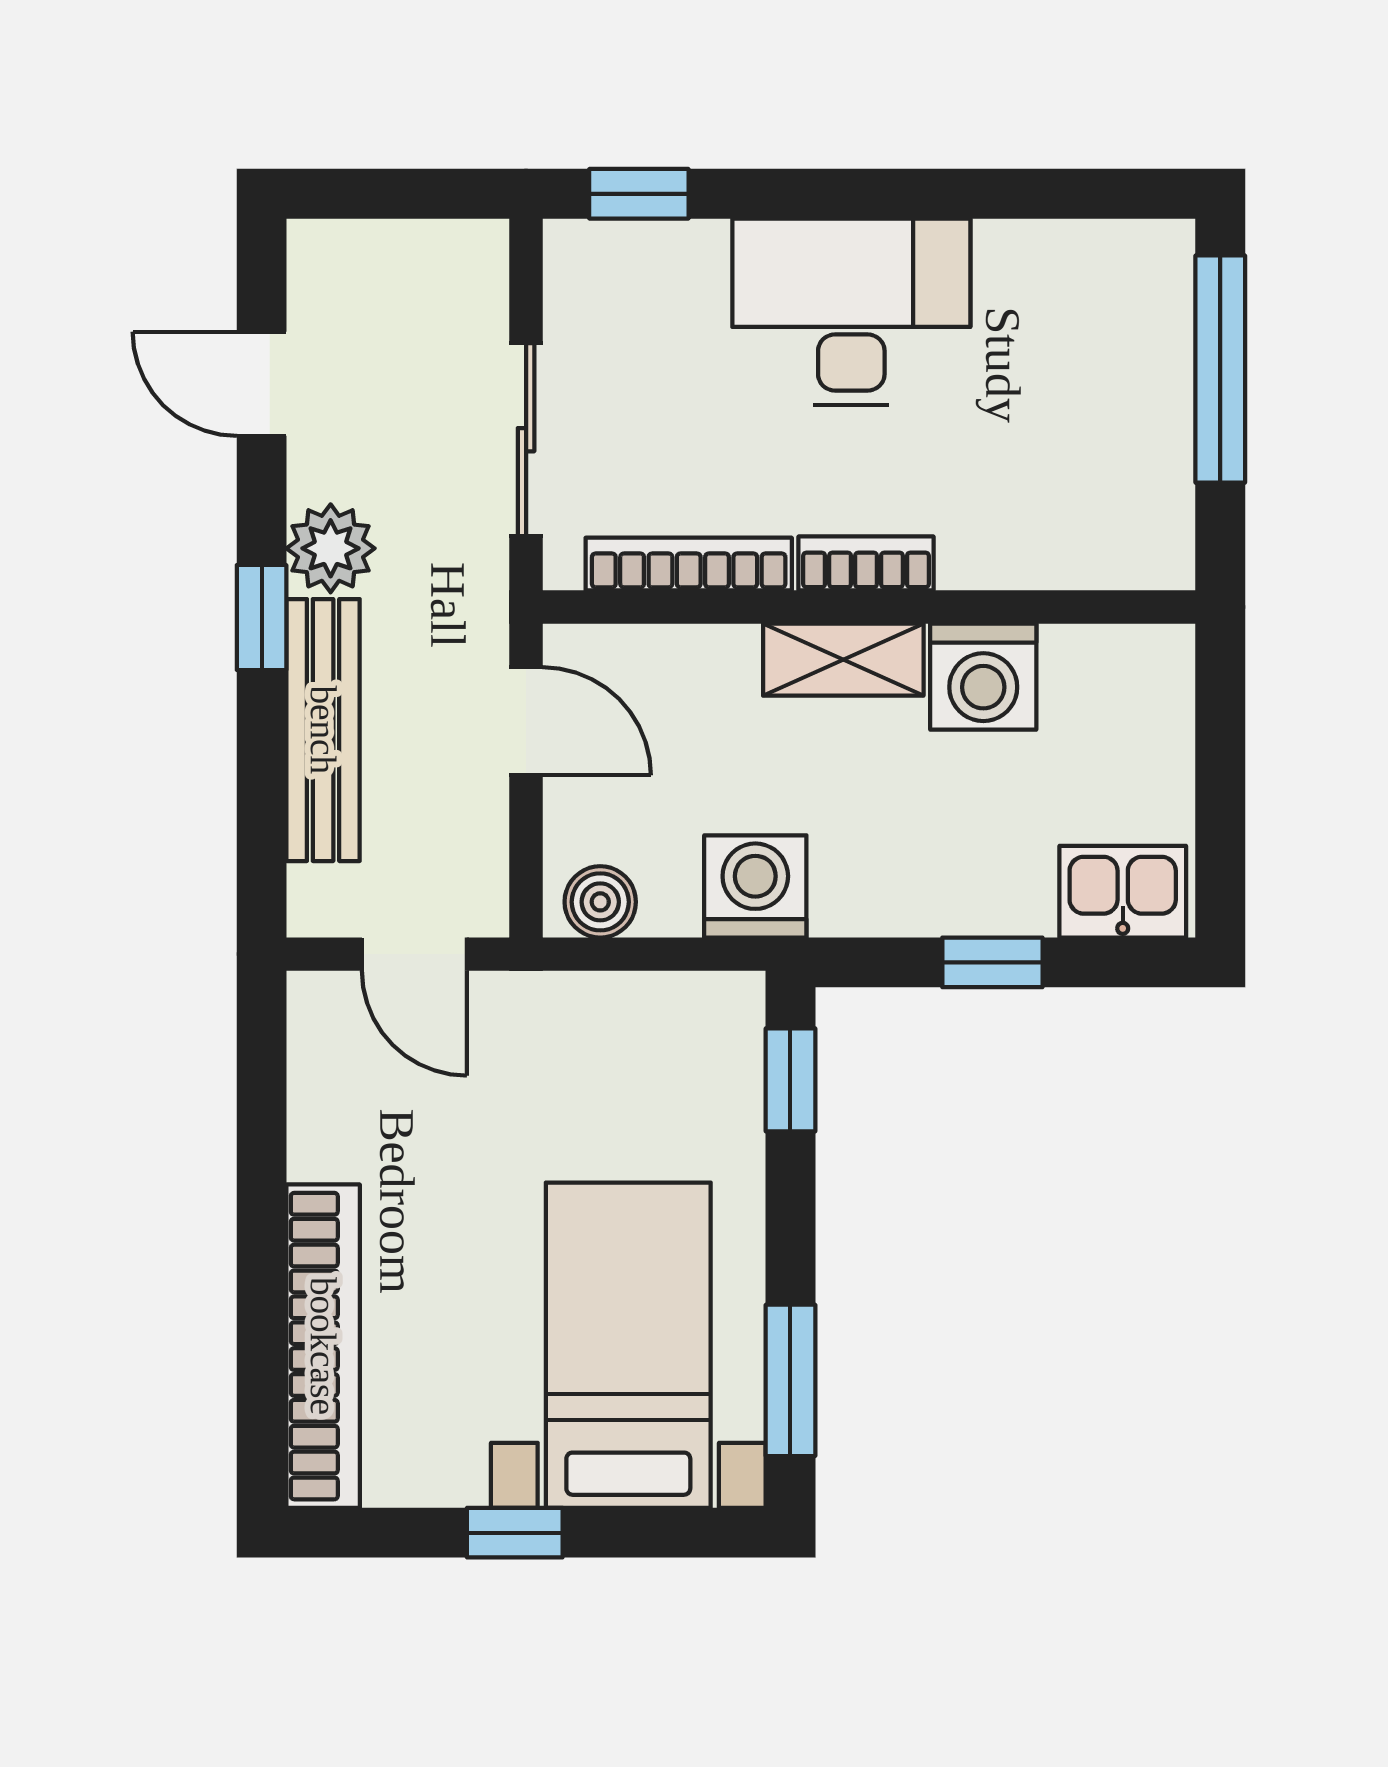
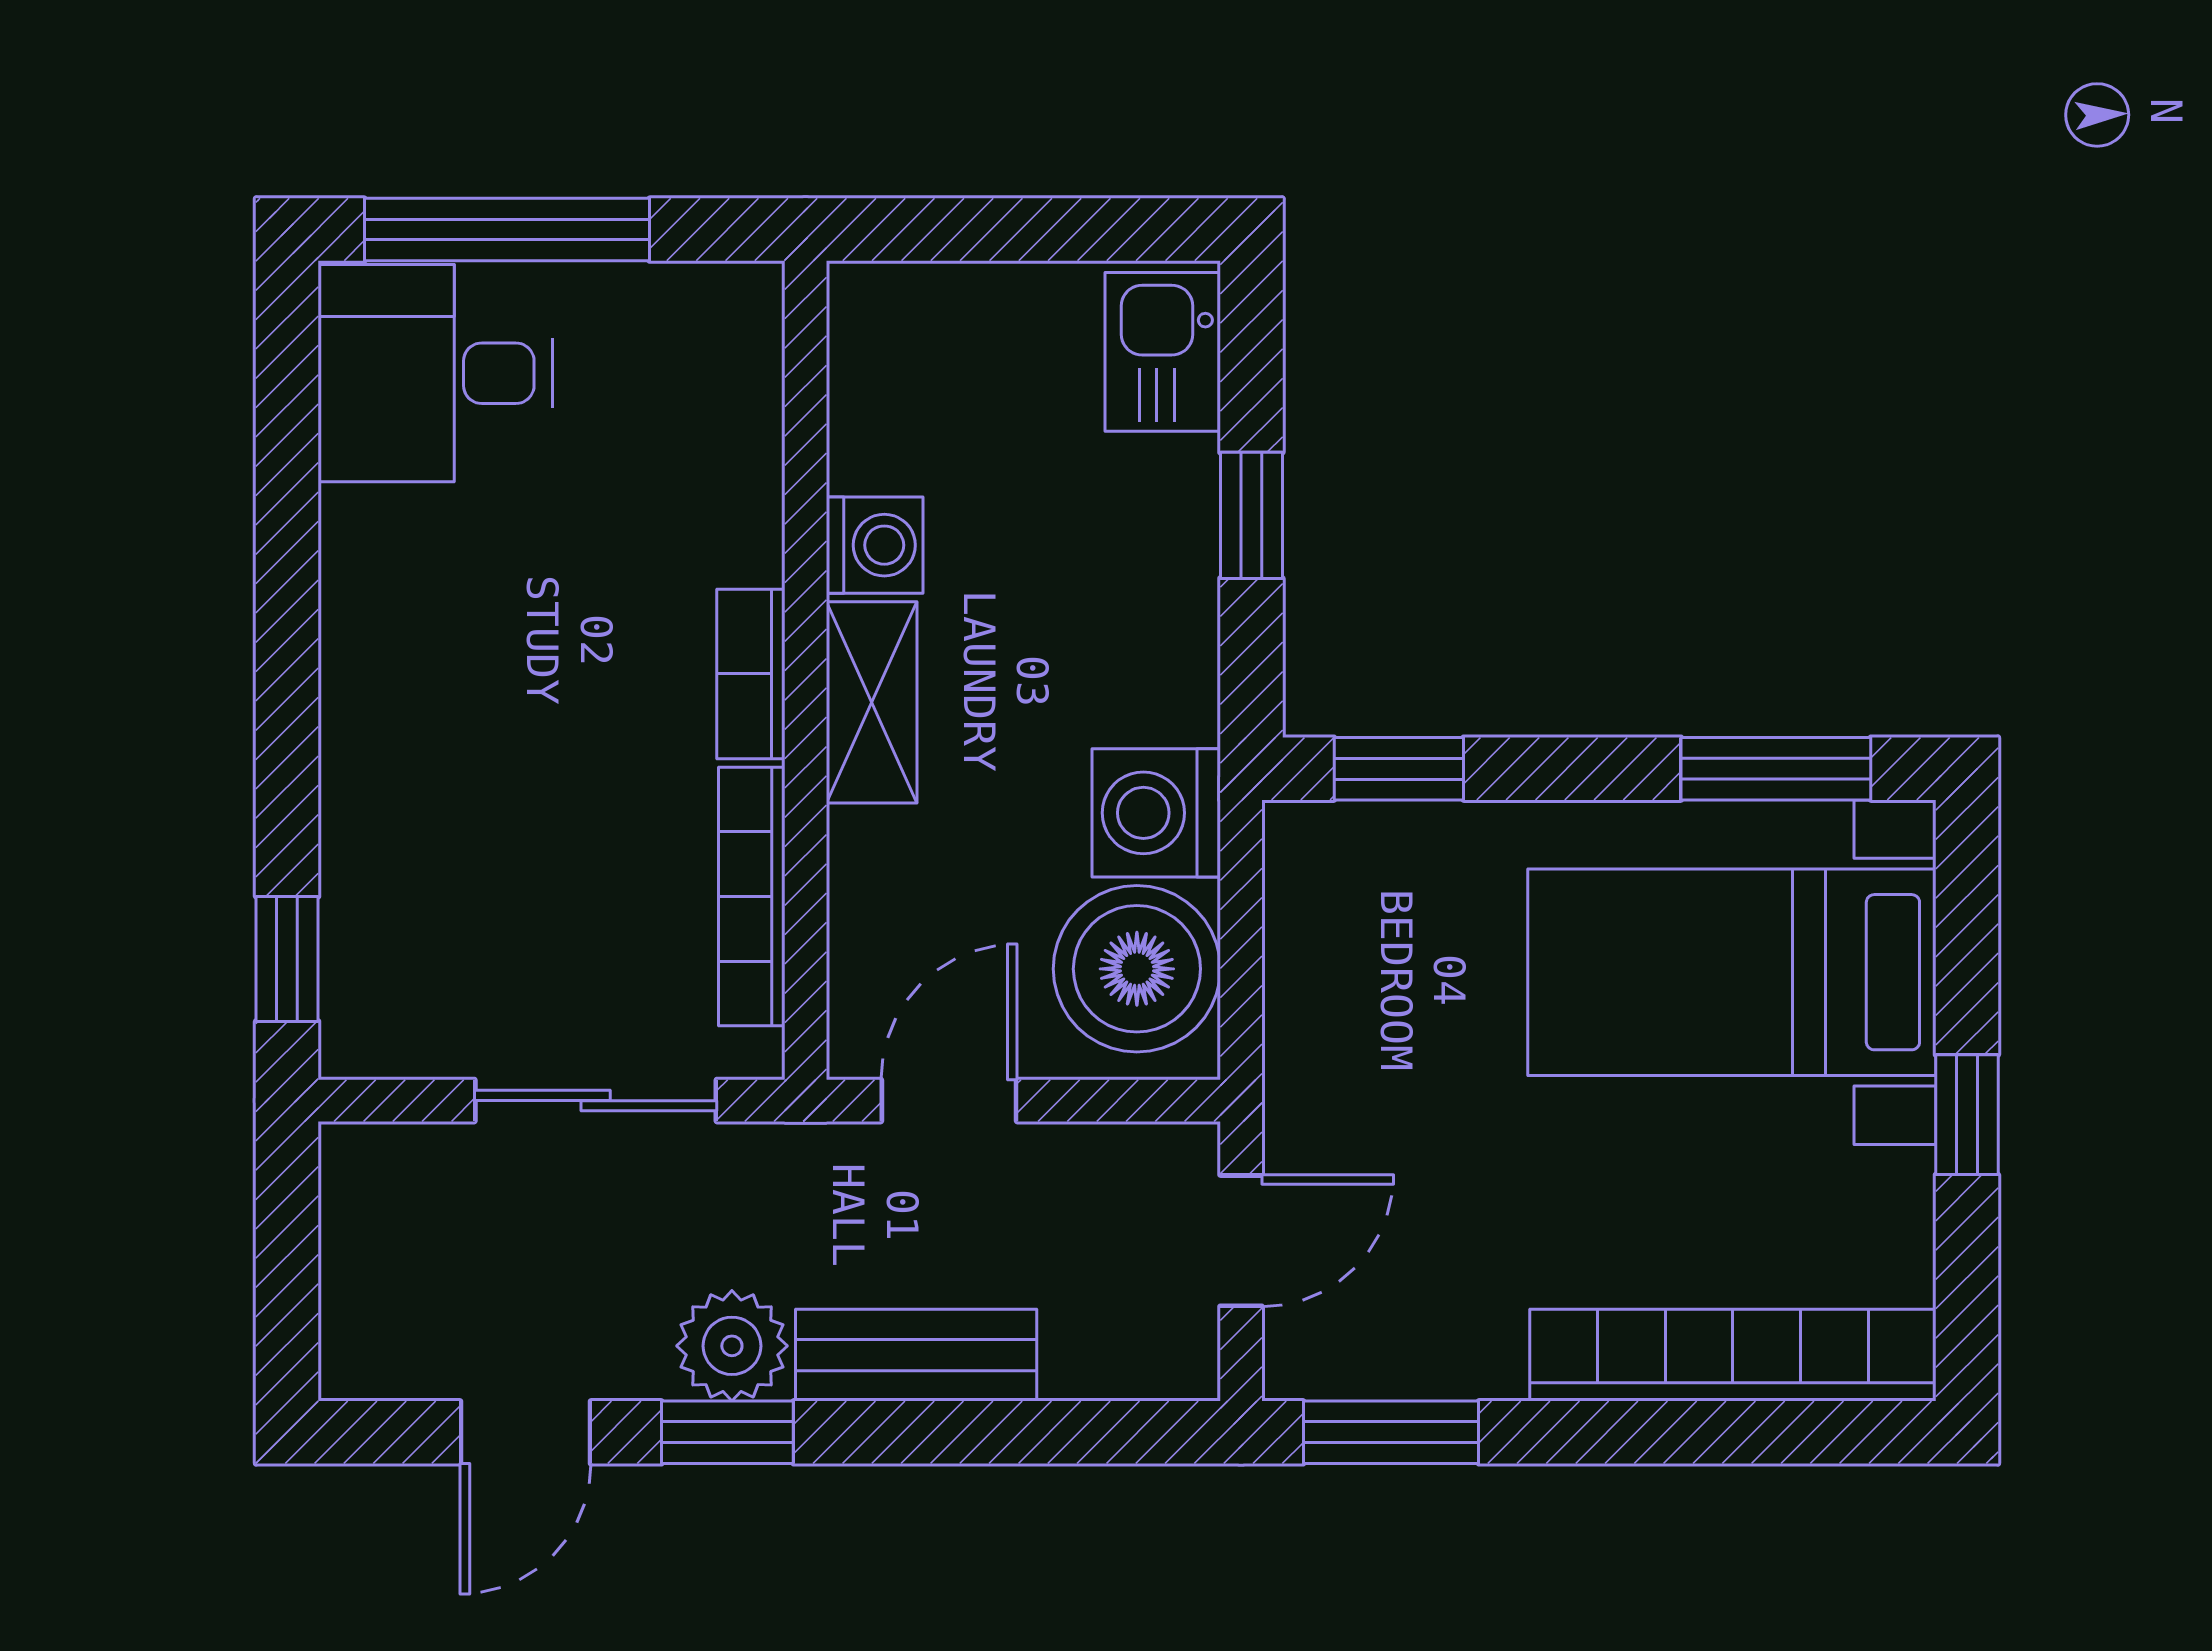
desk: (851, 312) -> (435, 373), moved, width x0.73
window: (262, 617) -> (727, 1432), moved
washing machine: (983, 677) -> (875, 545), width x0.73, depth x0.73
bench: (323, 730) -> (916, 1355), width x0.73
boiler: (600, 902) -> (1137, 969), width x1.86, depth x1.86
window: (262, 1074) -> (1391, 1432), added

